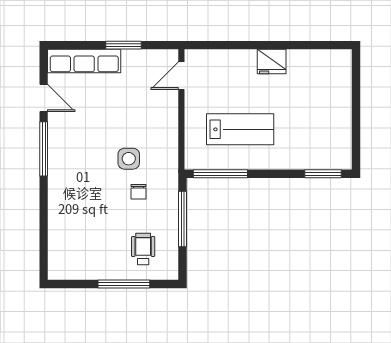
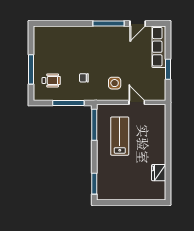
fridge: (272, 61) -> (159, 173), moved
door: (181, 76) -> (137, 102), moved
lab bench: (240, 129) -> (120, 136), turned 180
side table: (129, 159) -> (115, 83), moved

